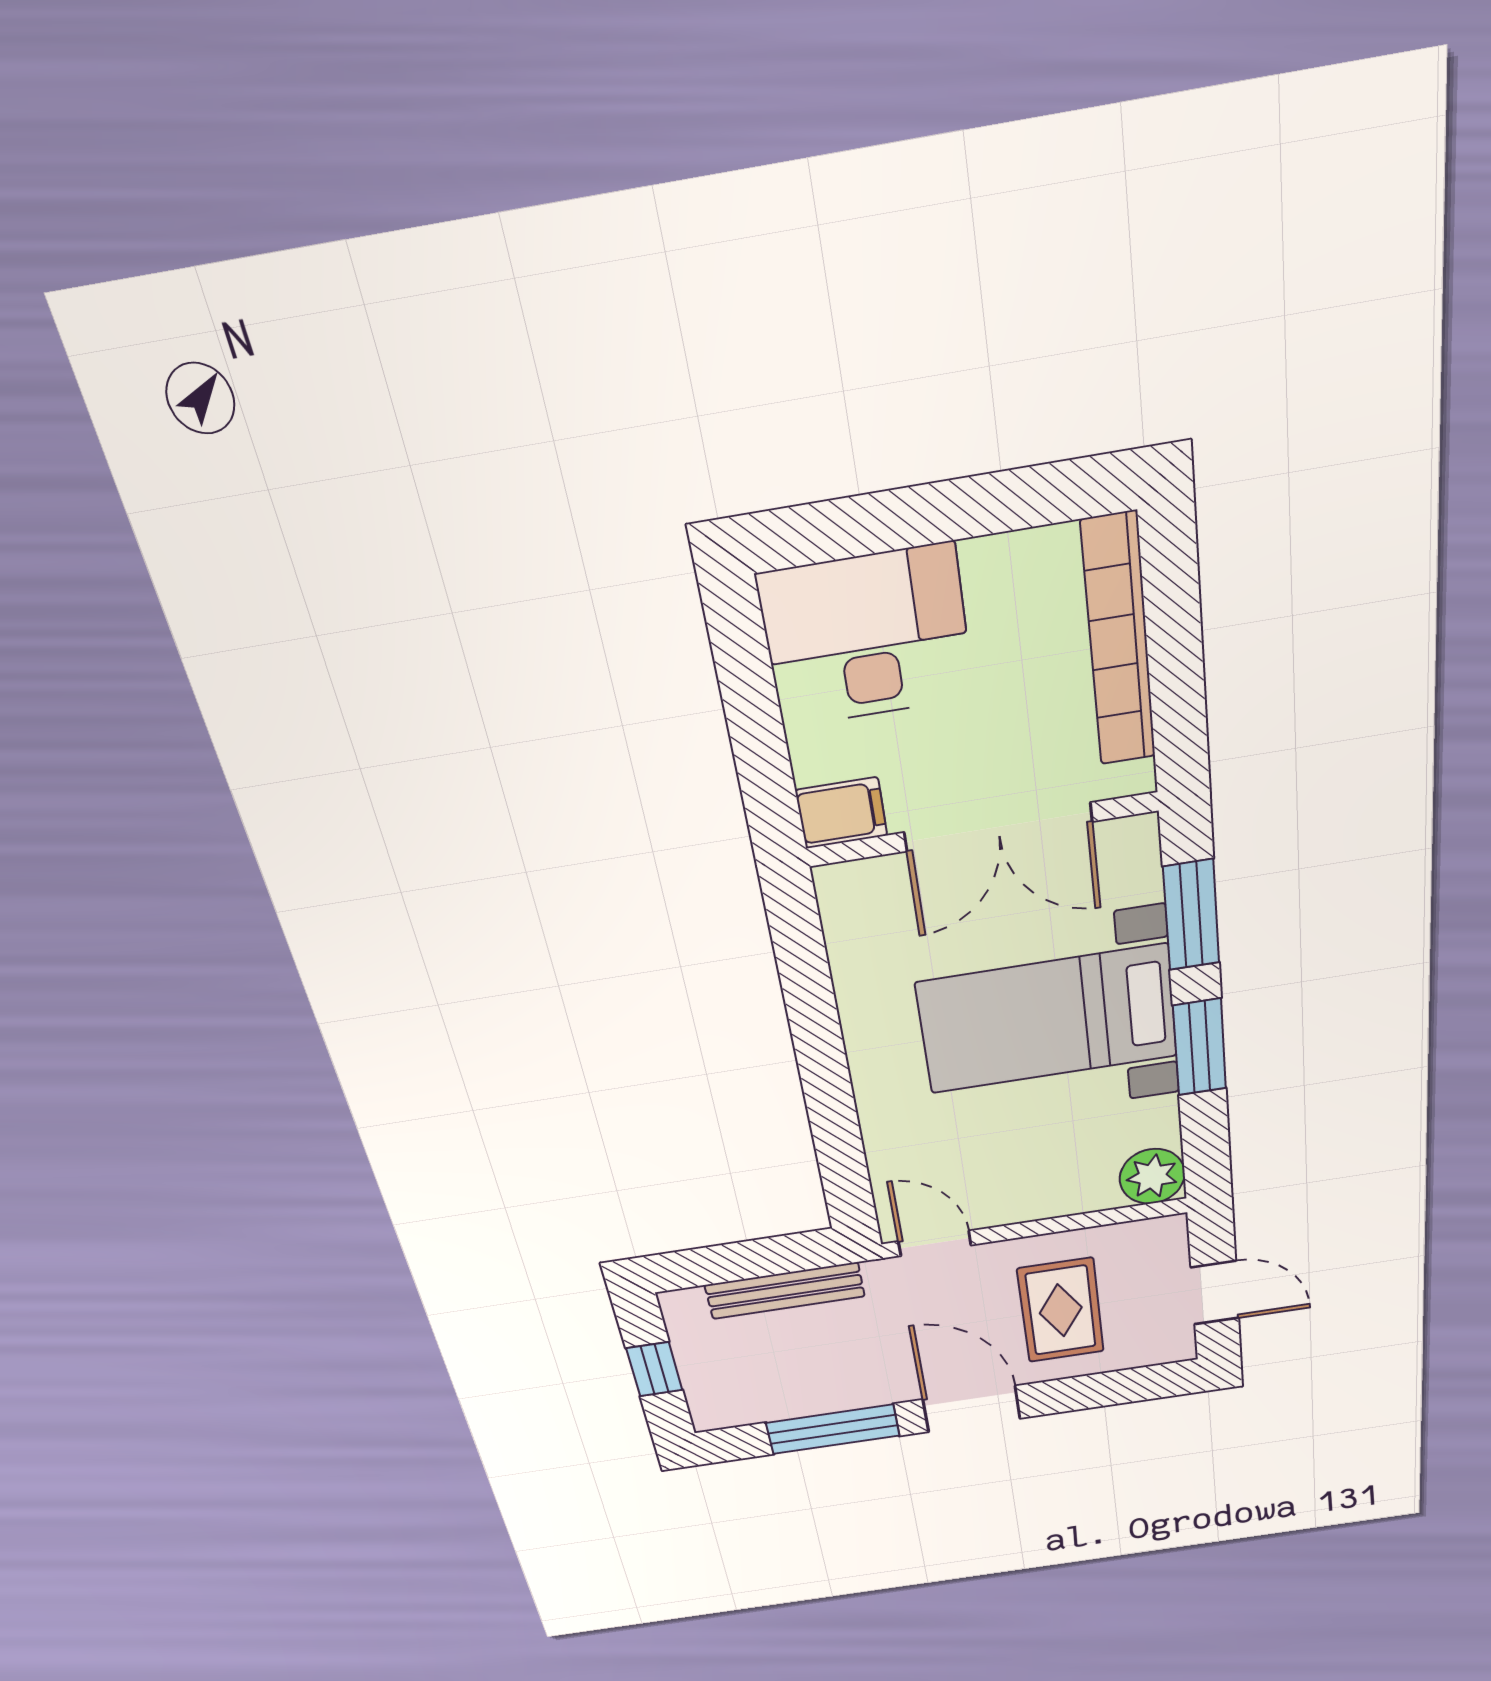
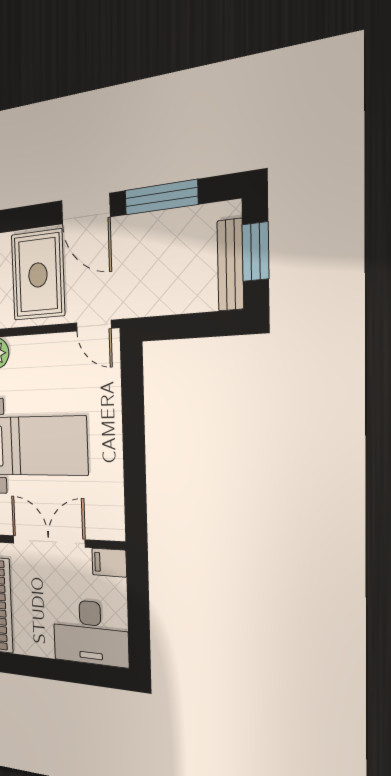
bench: (785, 1291) -> (230, 265), moved, turned 90
rug: (1061, 1310) -> (38, 275), width x1.36, depth x1.43
window: (654, 1369) -> (256, 252), width x1.50

